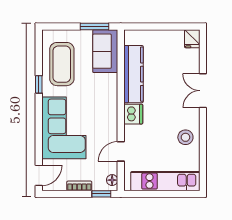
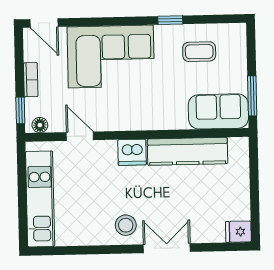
coffee table: (62, 64) -> (199, 52), width x0.54, depth x0.58
stool: (185, 137) -> (126, 225), moved

